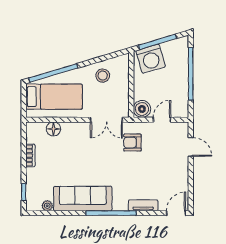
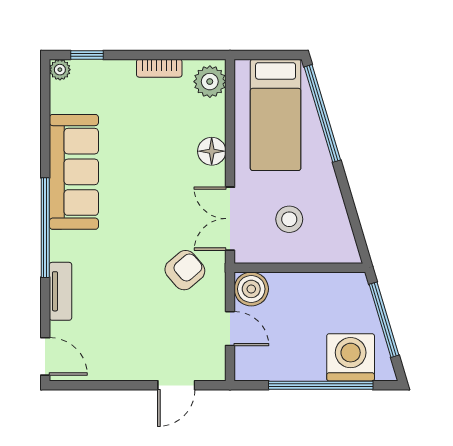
washing machine: (151, 59) -> (351, 357), moved, turned 107
stool: (103, 76) -> (289, 219), moved
floor lamp: (53, 129) -> (212, 151), moved
plant: (37, 130) -> (210, 82), added
armchair: (132, 143) -> (185, 270), turned 49
plant: (47, 206) -> (60, 70), moved

